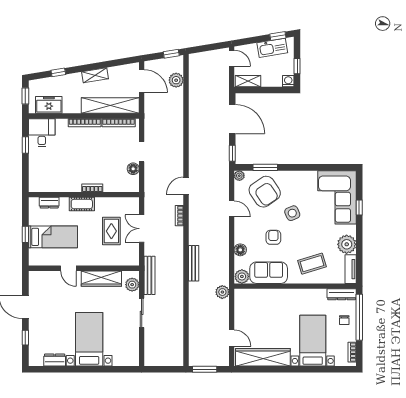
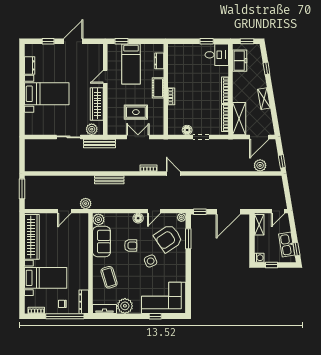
shelving: (110, 106) -> (239, 119), width x0.68
window: (25, 234) -> (121, 41), moved
floor lamp: (240, 250) -> (138, 218), moved
door: (232, 338) -> (64, 211), moved

